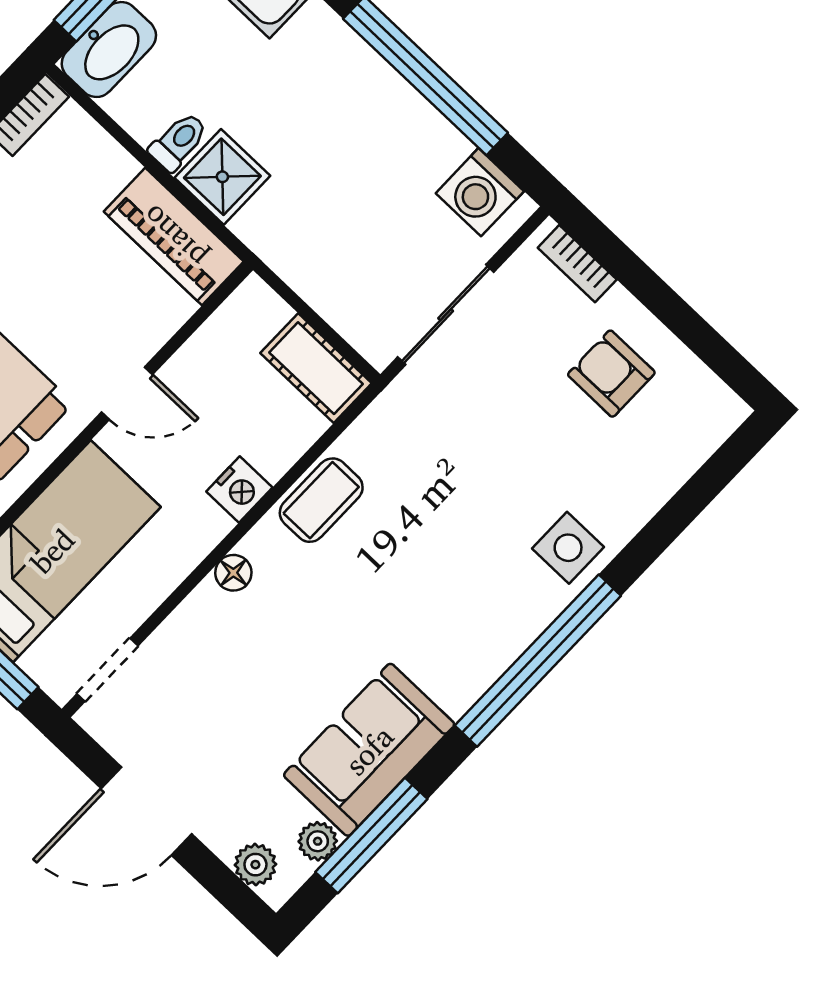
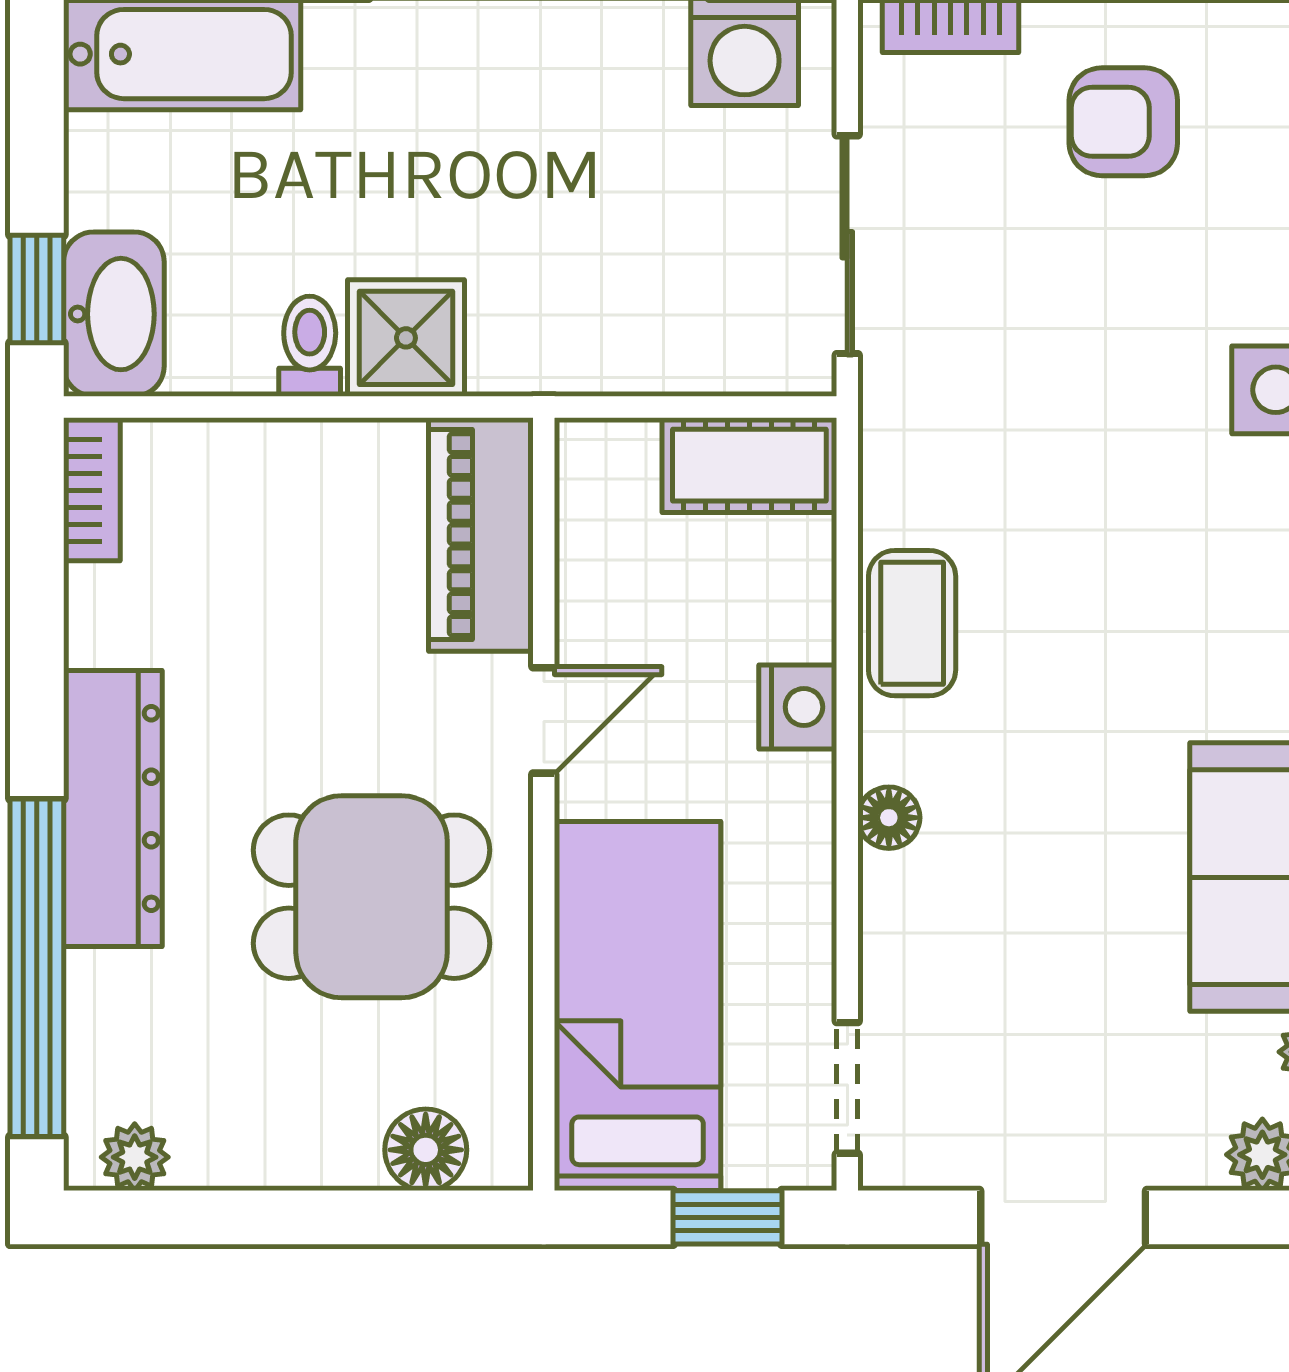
piano: (174, 237) -> (481, 535), moved, turned 90

